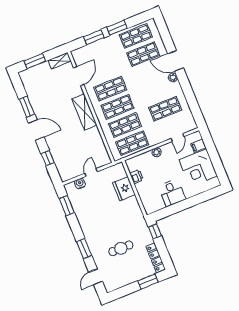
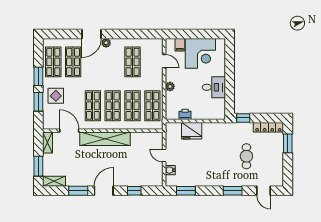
display table: (106, 51) -> (56, 96), added
shelving: (26, 81) -> (54, 181), added
shelving: (84, 112) -> (105, 139), width x1.47

